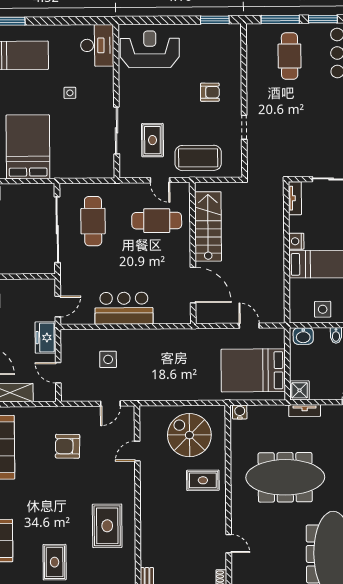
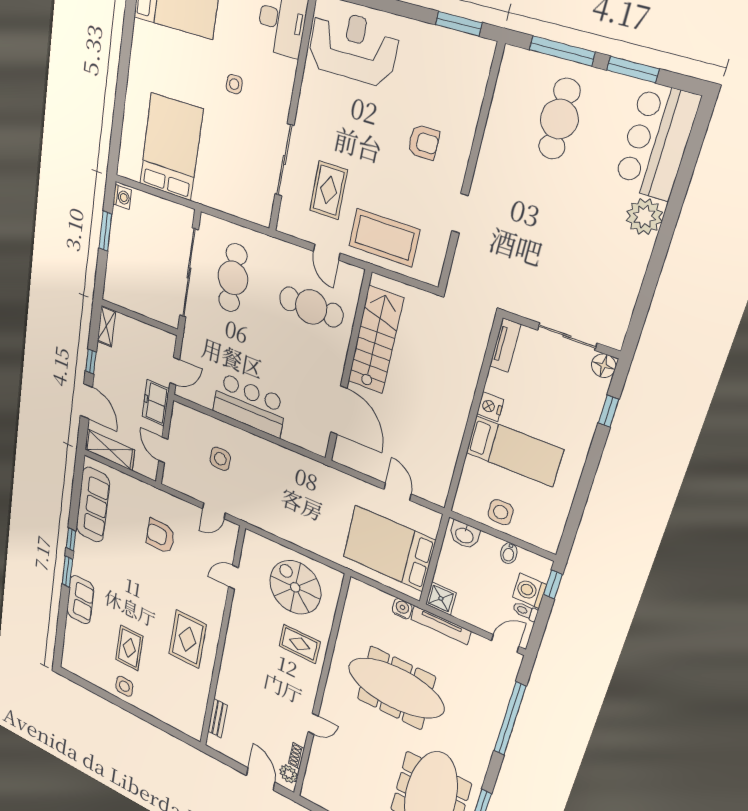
tv unit: (305, 411) -> (441, 625), width x1.41
water cooler: (240, 412) -> (402, 609), moved
door: (229, 544) -> (313, 724), hinge flipped

